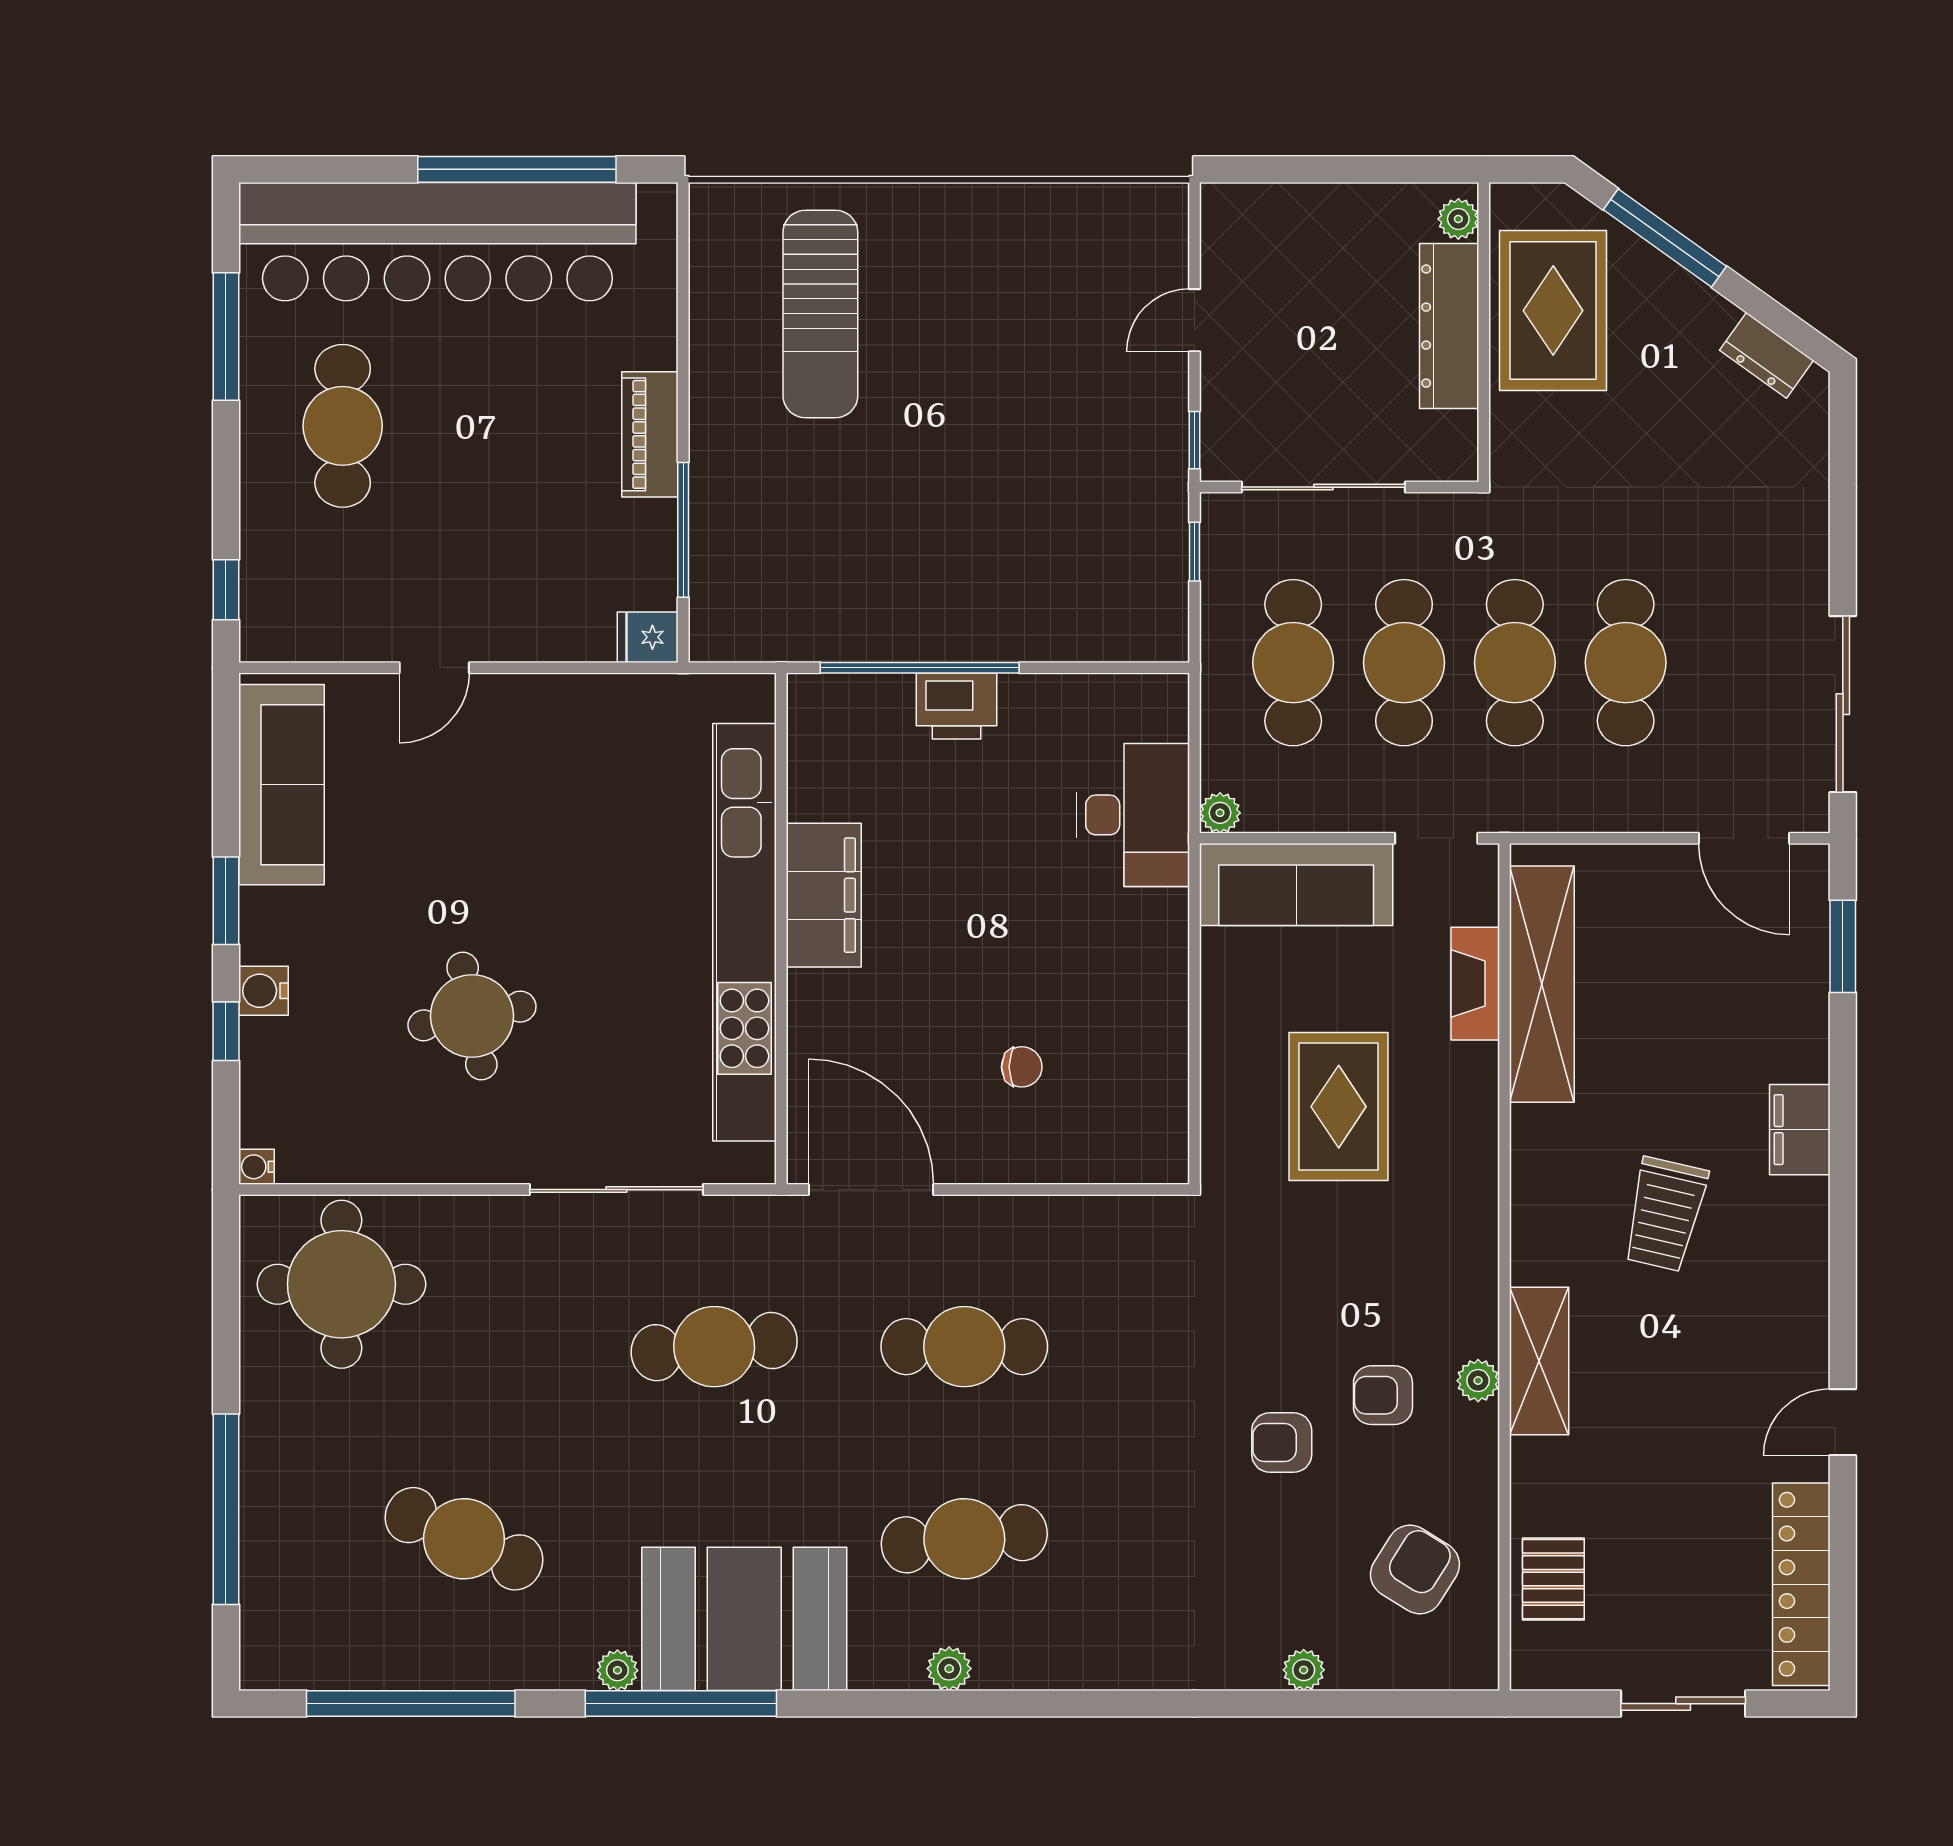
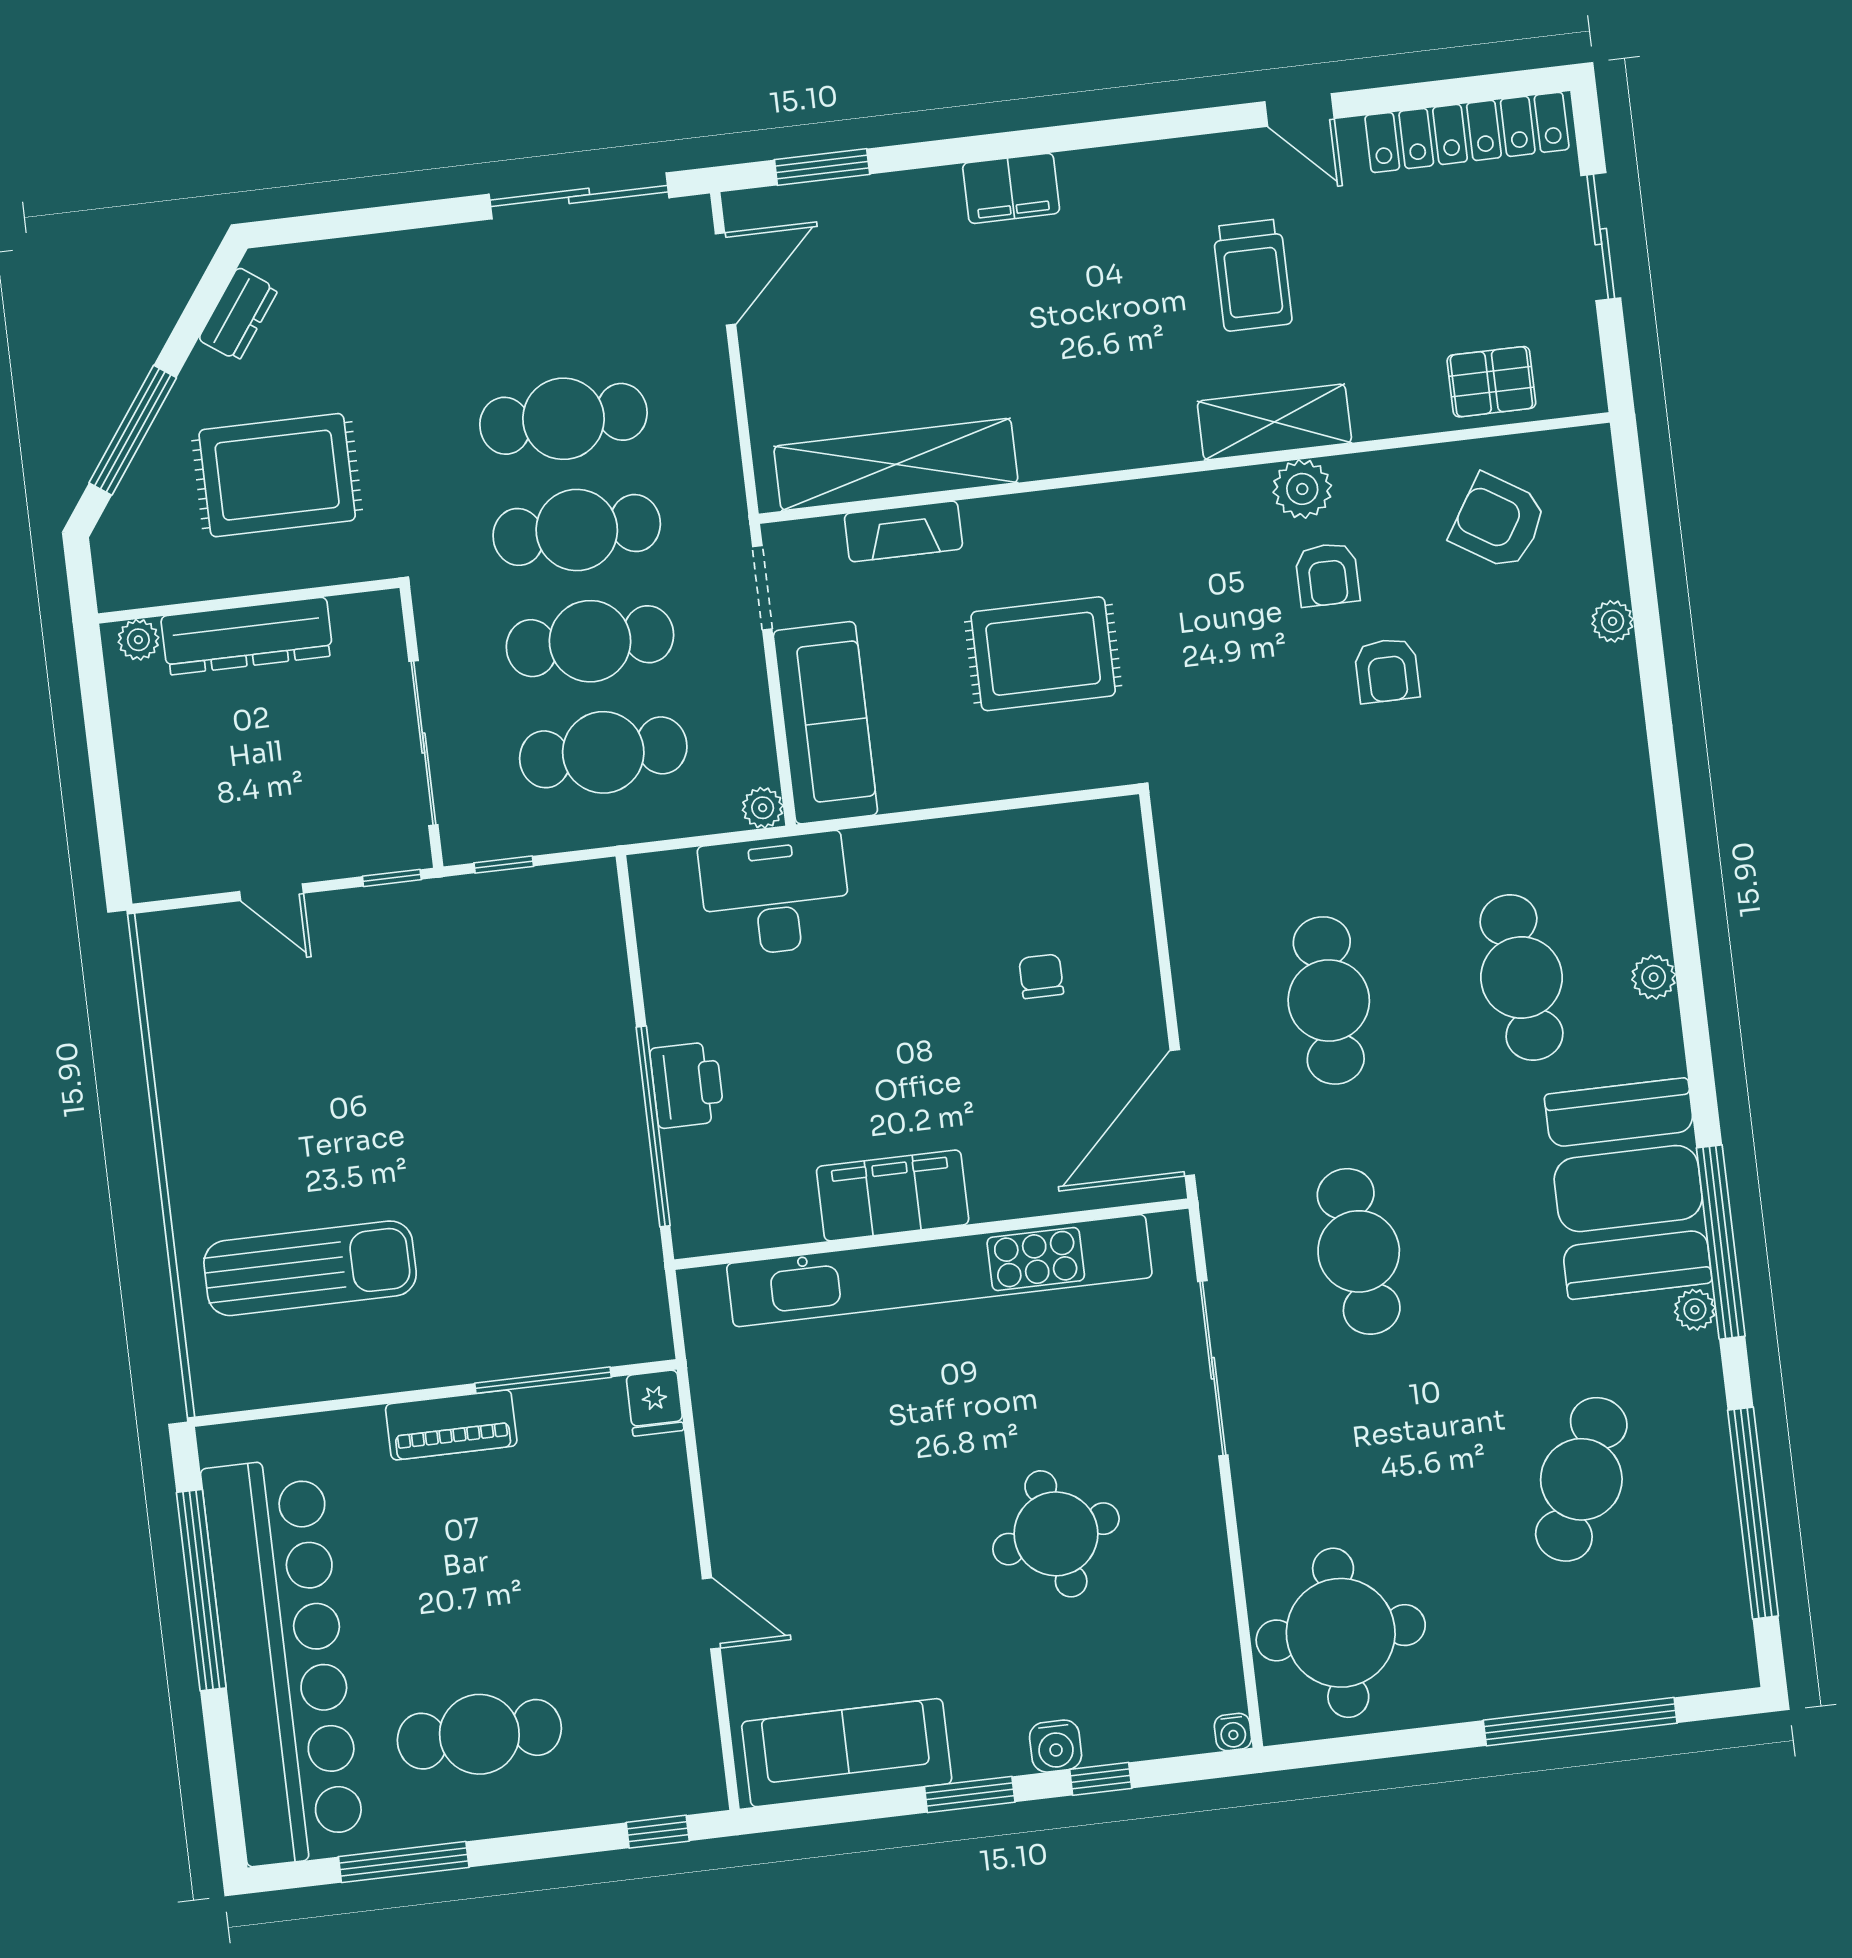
rug: (1553, 311) -> (277, 475), moved
trolley: (1665, 1214) -> (1252, 275), moved, turned 77
plant: (1478, 1381) -> (1302, 489), width x1.38, depth x1.38

